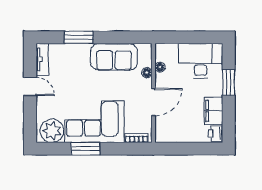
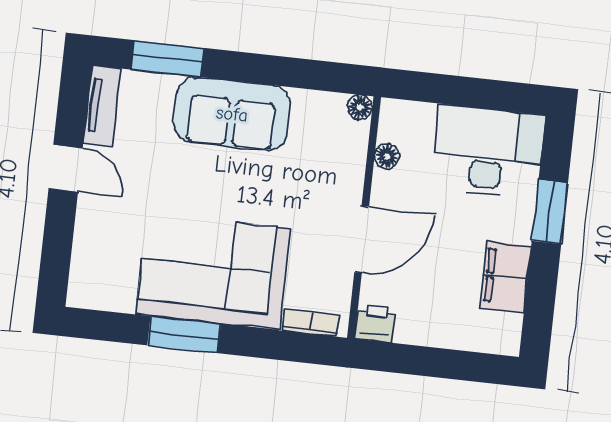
window: (79, 37) -> (168, 59), moved
sofa: (114, 57) -> (232, 114), moved
floor lamp: (147, 73) -> (360, 107), moved
plant: (52, 131) -> (107, 282), removed
printer: (216, 133) -> (375, 324), moved, turned 90

